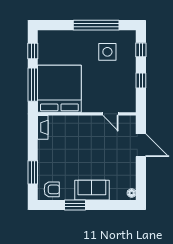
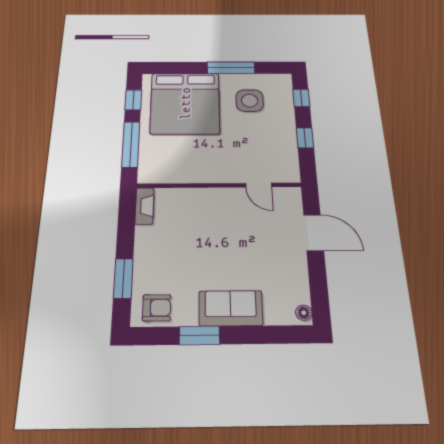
window: (96, 25) -> (231, 68), width x0.68
bed: (59, 89) -> (185, 103), moved, turned 180

